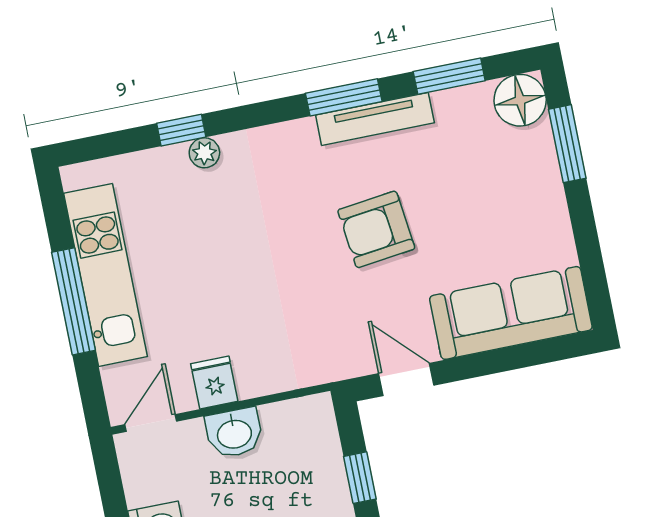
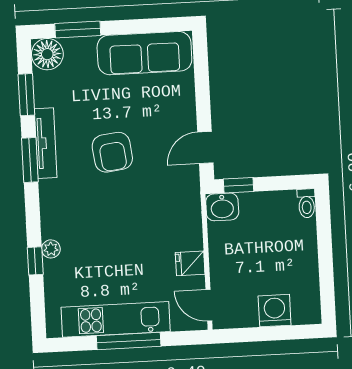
sofa: (511, 313) -> (144, 53), moved, turned -90
washbasin: (234, 433) -> (222, 207), moved, turned 90
window: (360, 478) -> (238, 185), moved

